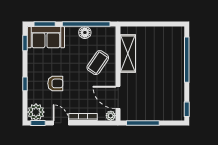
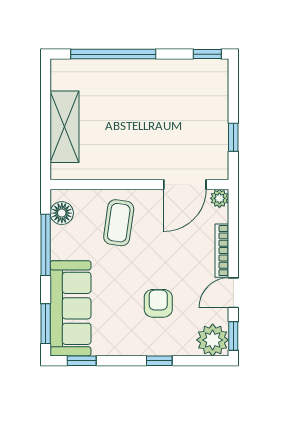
window: (86, 24) -> (46, 245), width x0.68
floor lamp: (85, 33) -> (62, 213), moved
sofa: (46, 37) -> (71, 308), width x1.36
shelving: (128, 54) -> (65, 127), moved, turned 90
coffee table: (98, 63) -> (119, 223), turned 64
window: (143, 123) -> (233, 137), width x0.46

